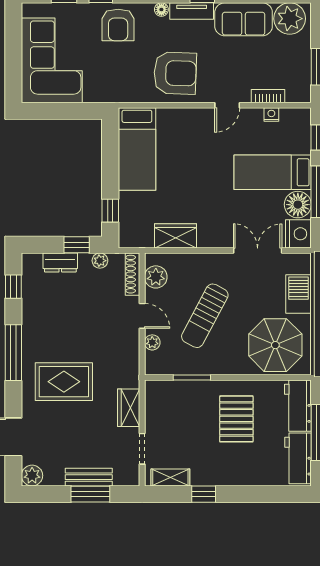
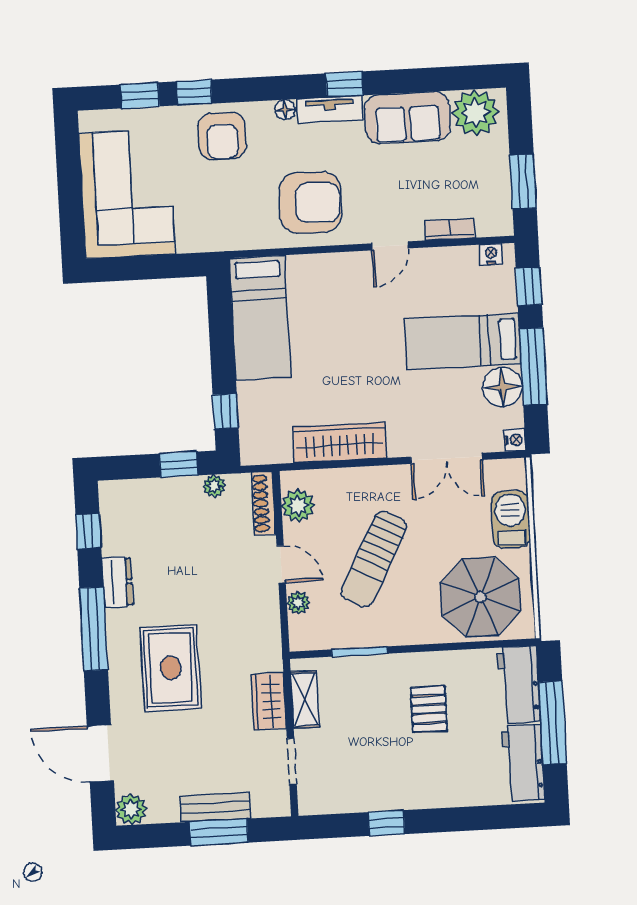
nightstand: (271, 115) -> (491, 254), moved
nightstand: (298, 234) -> (515, 440), width x0.53, depth x0.56
wardrobe: (176, 236) -> (340, 442), width x1.50
double door: (258, 250) -> (447, 458), swing flipped
dresser: (60, 262) -> (117, 582), moved, turned -90
rug: (64, 382) -> (171, 668), turned 90
pallet: (236, 419) -> (429, 709), width x0.67, depth x0.71
shelving: (170, 477) -> (305, 699), moved, turned 90

